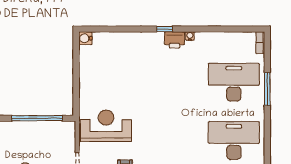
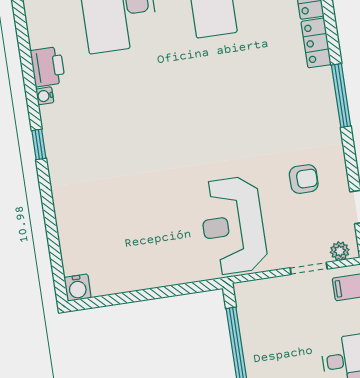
printer: (175, 40) -> (48, 67), moved

